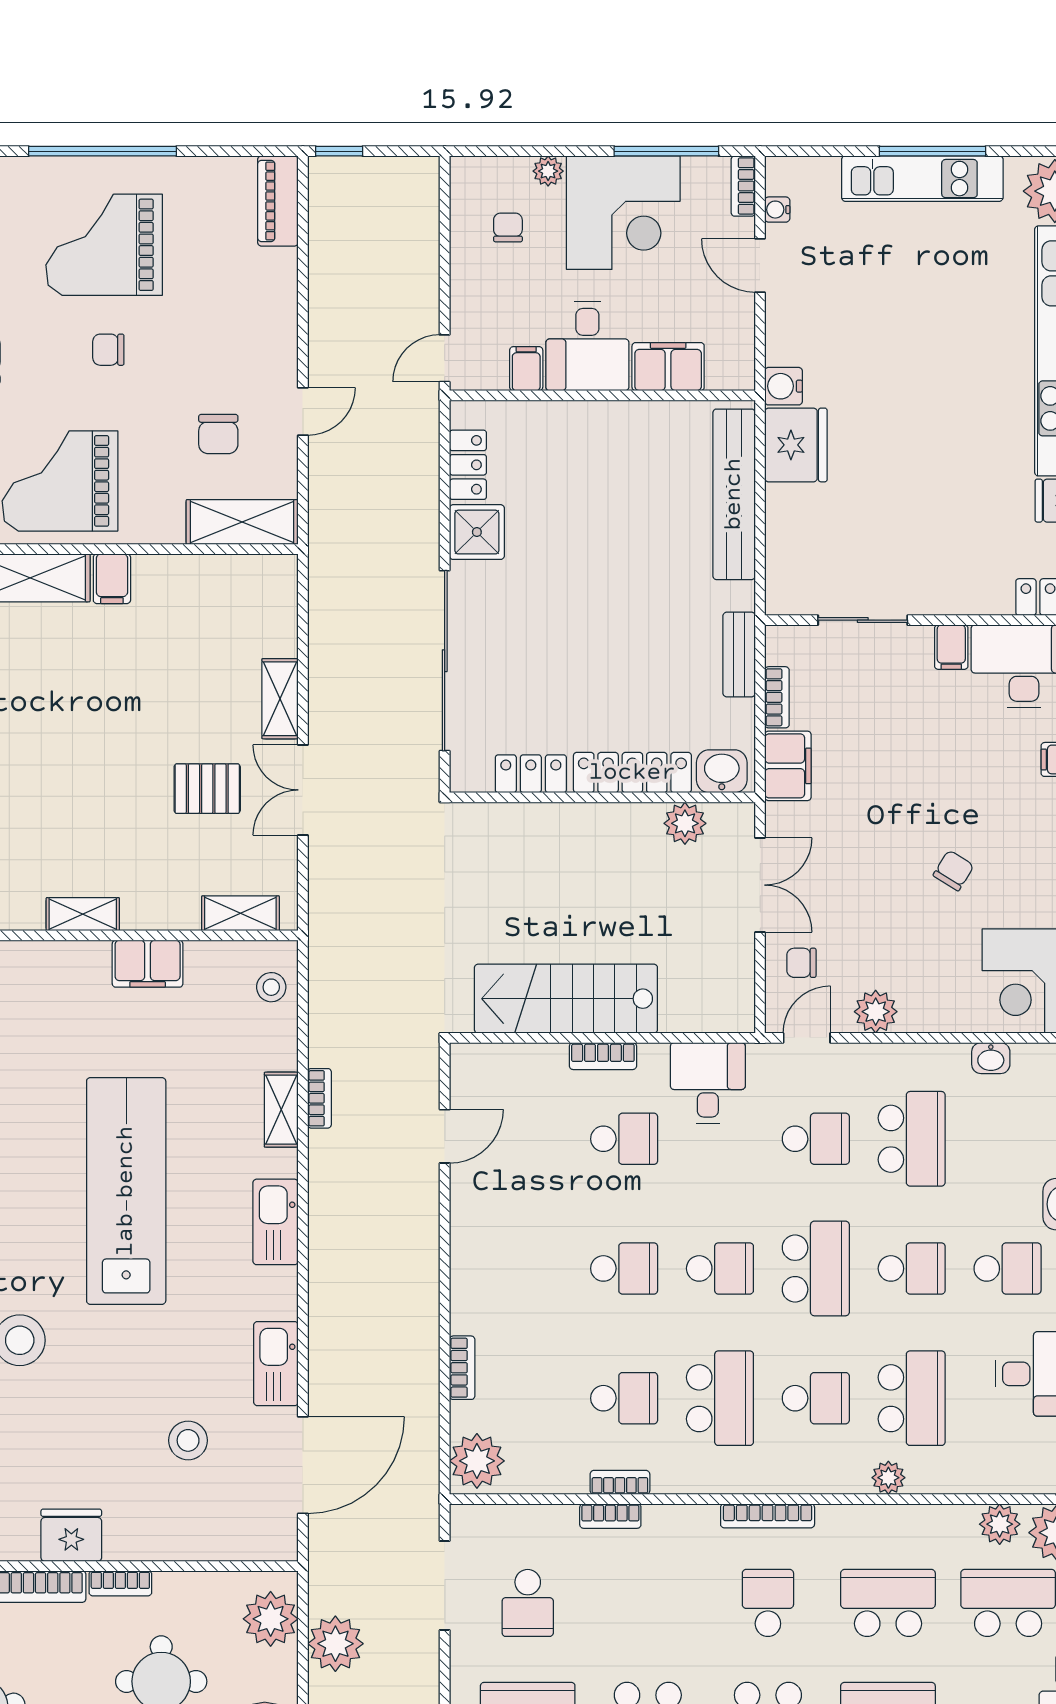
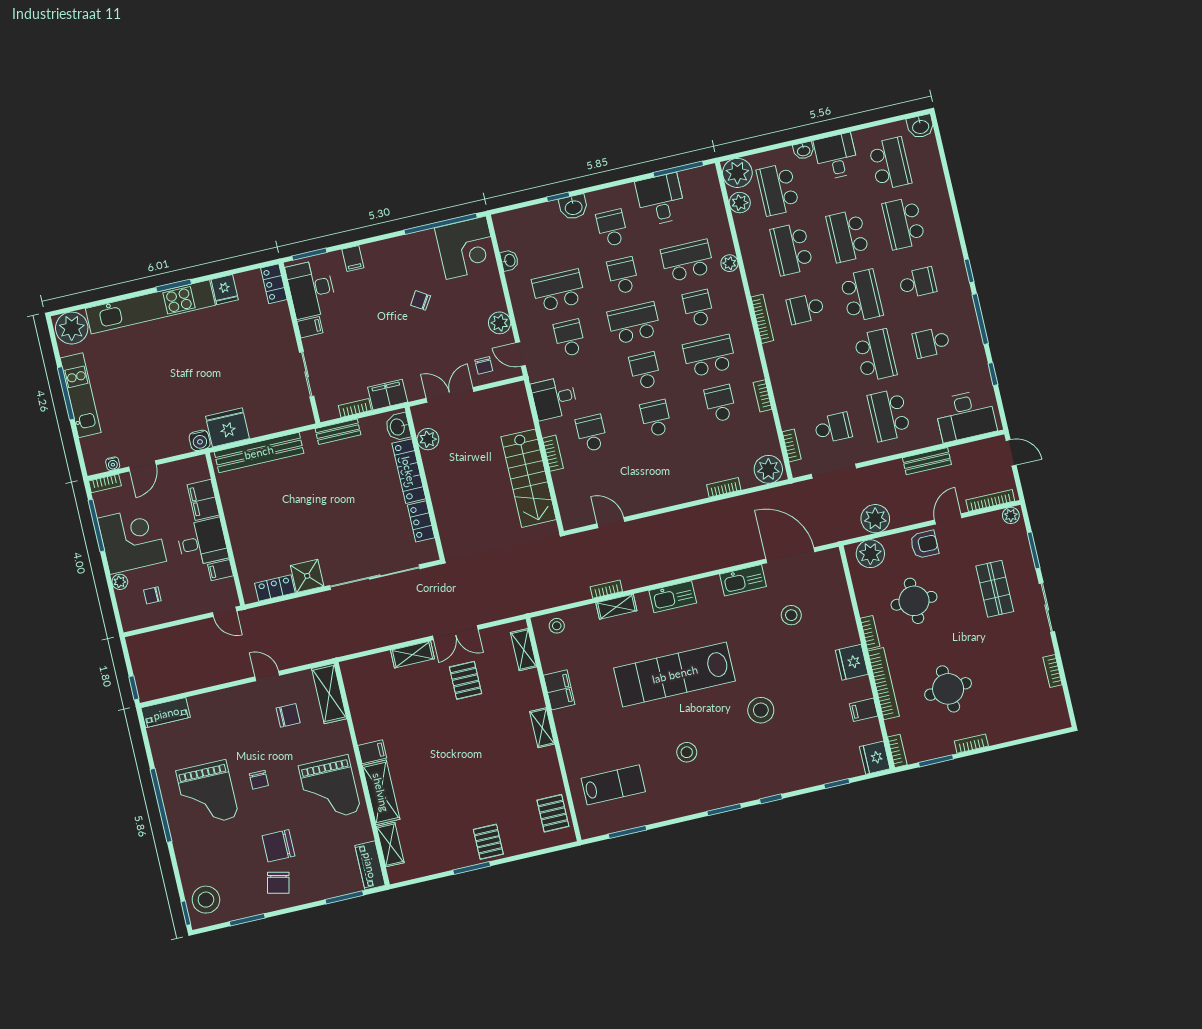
bookcase: (610, 1516) -> (792, 445), moved

